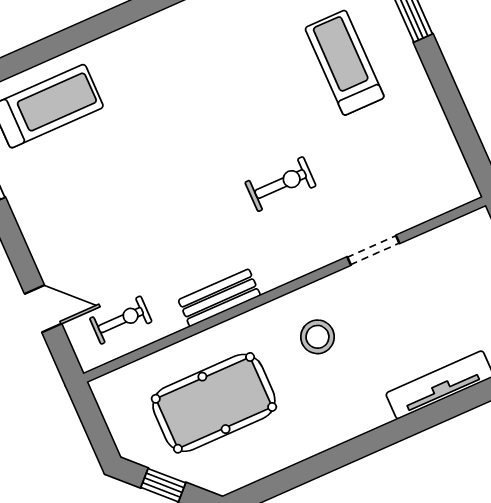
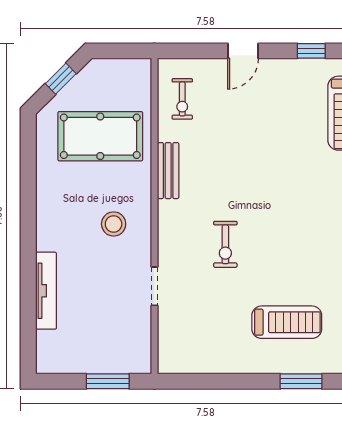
door: (43, 309) -> (243, 51), moved
pool table: (214, 403) -> (100, 136), turned 90

